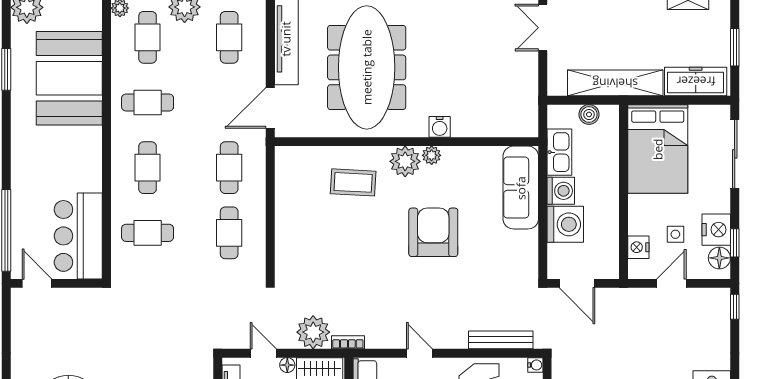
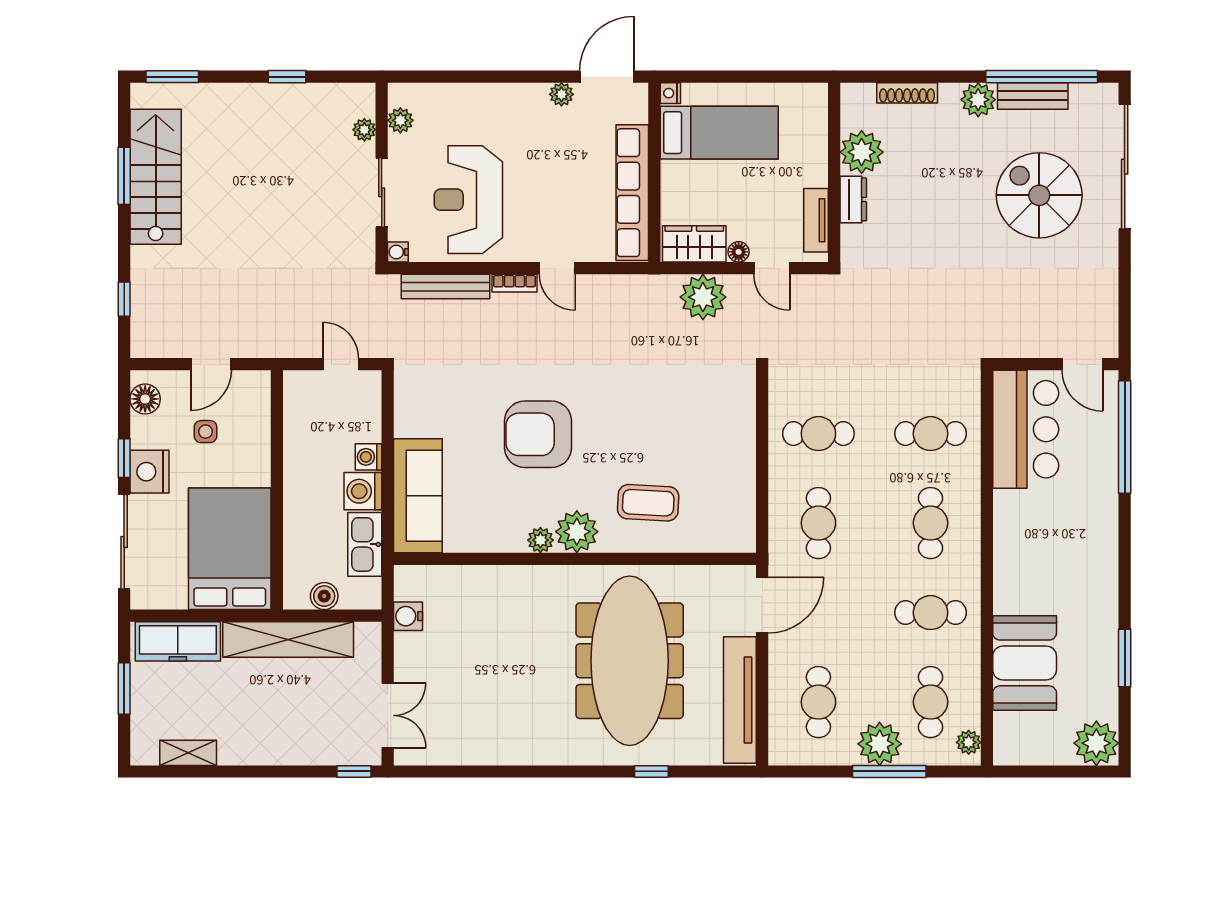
booth: (69, 78) -> (1025, 663), width x0.73, depth x0.70
water cooler: (440, 127) -> (408, 616), moved, turned -90
washing machine: (565, 224) -> (369, 457), width x0.53, depth x0.53
nightstand: (716, 230) -> (149, 472), moved
armchair: (433, 232) -> (538, 434), turned 90
cafe table: (229, 233) -> (818, 434), turned 90
window: (735, 243) -> (124, 458), moved
nightstand: (638, 247) -> (256, 414), removed
door: (577, 283) -> (341, 364), width x0.73
window: (735, 307) -> (124, 299), moved
bookcase: (348, 342) -> (515, 283), moved

